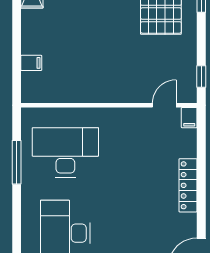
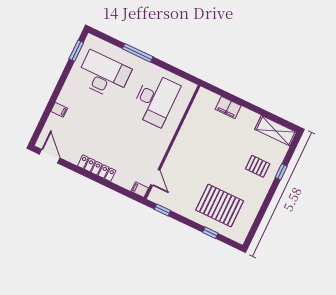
filing cabinet: (31, 63) -> (228, 107), width x2.00
window: (17, 162) -> (138, 53), moved

